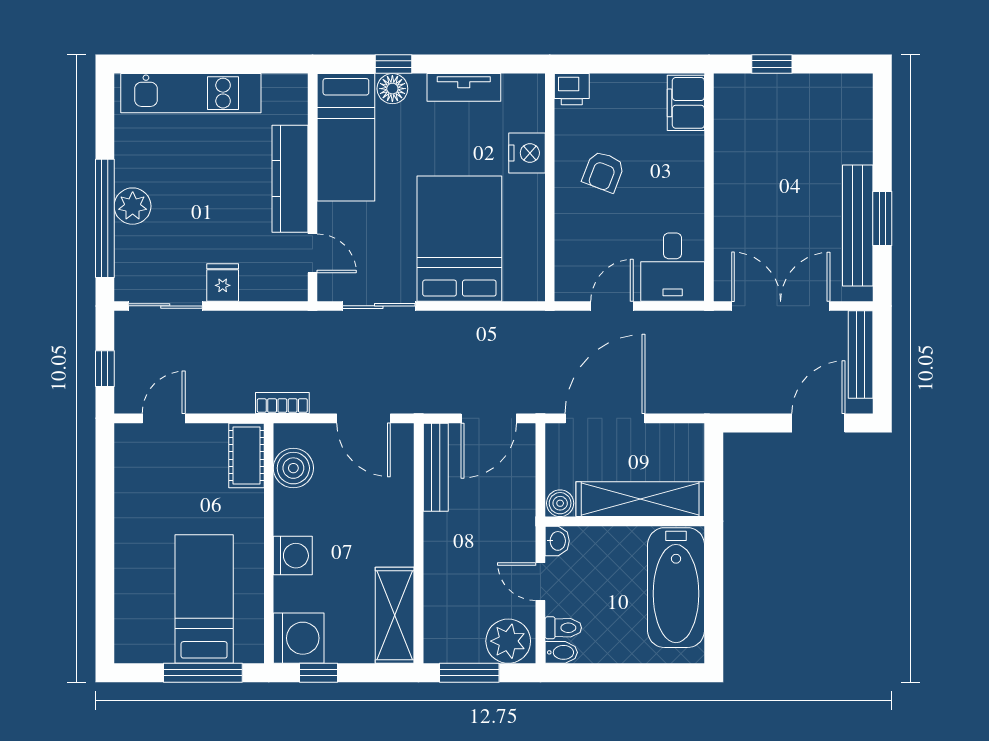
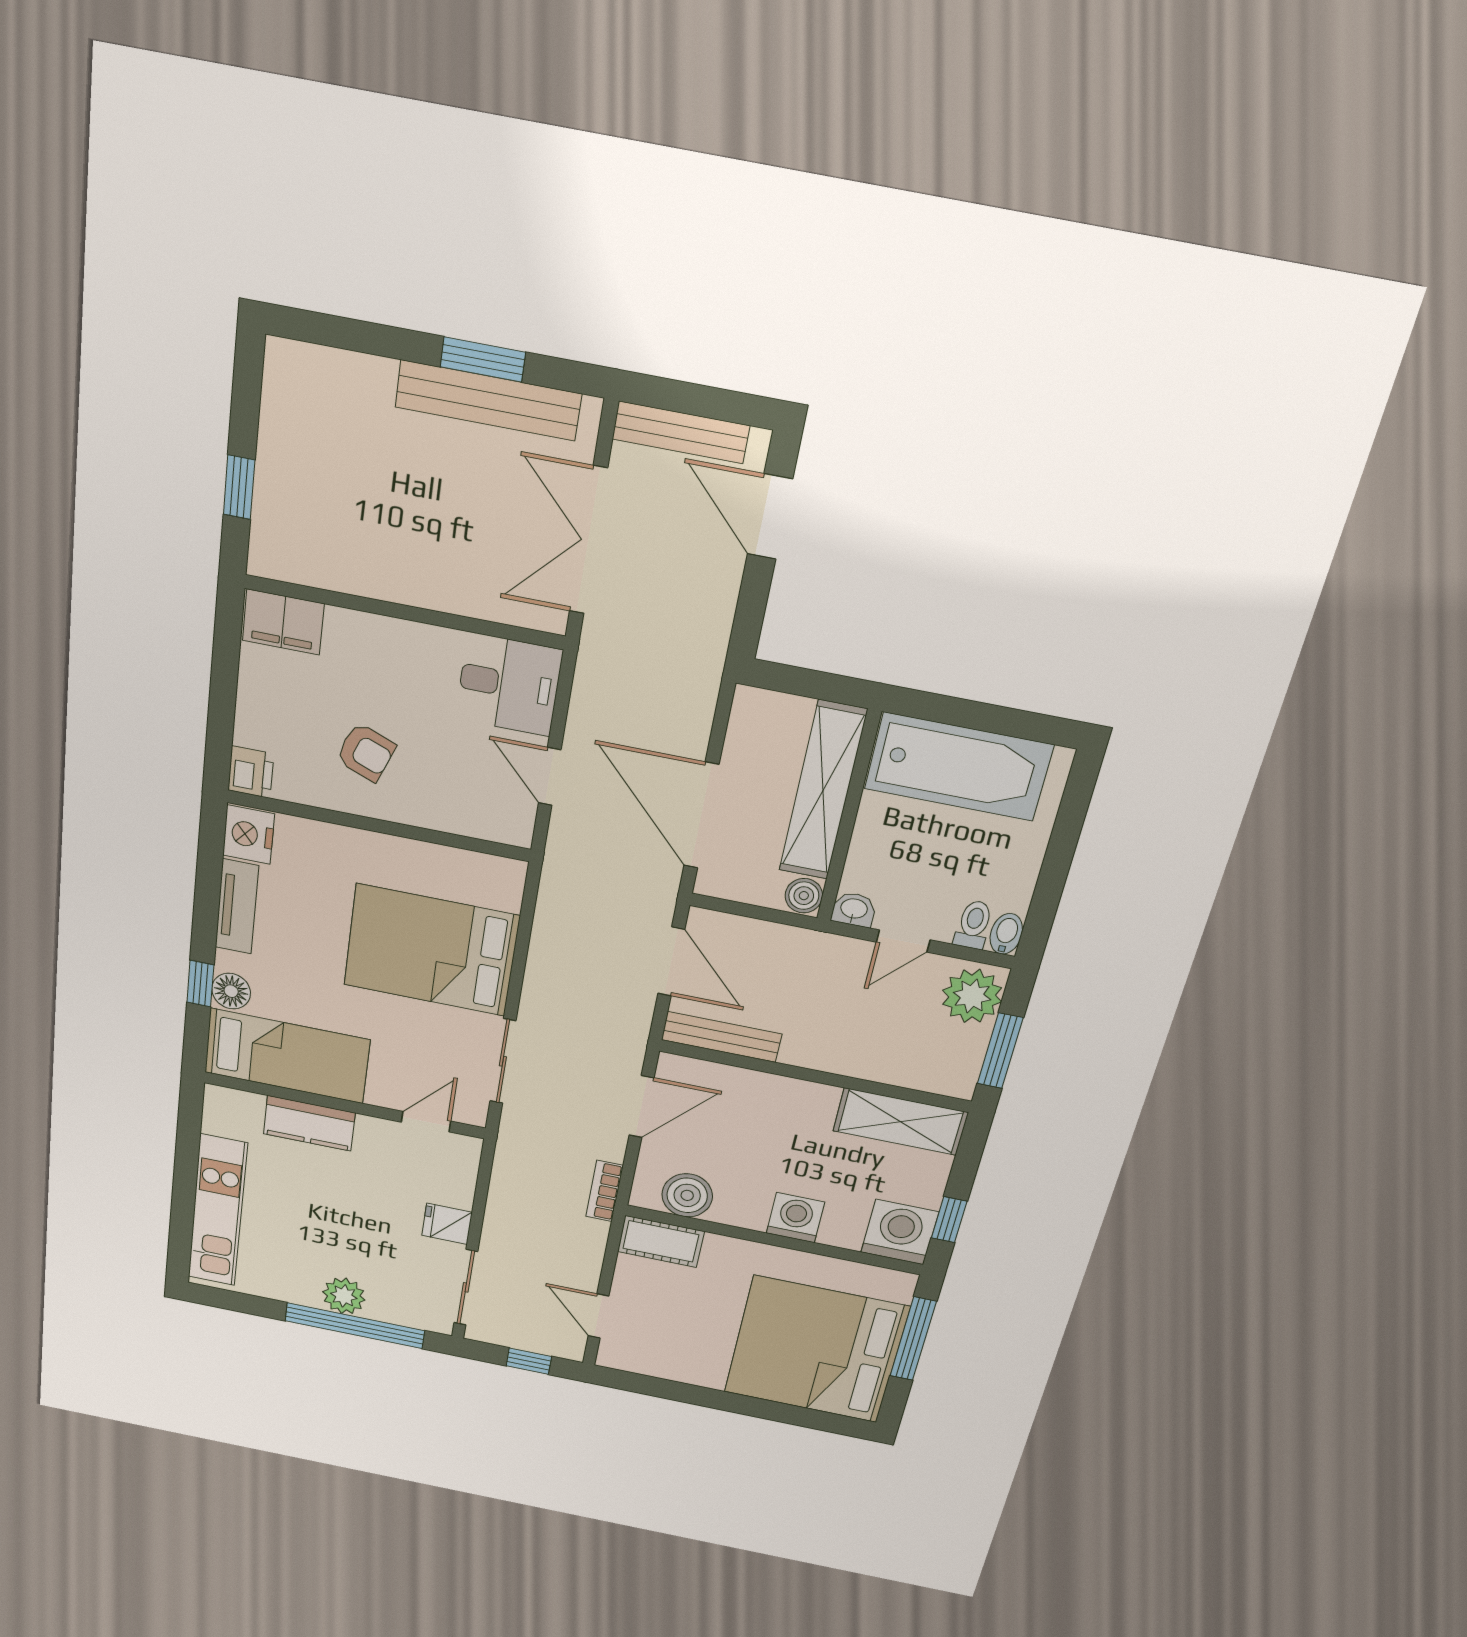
nightstand: (527, 153) -> (249, 834), moved, turned -90
kitchen counter: (290, 179) -> (309, 1123), width x0.67
bed: (204, 599) -> (816, 1350), width x2.04

